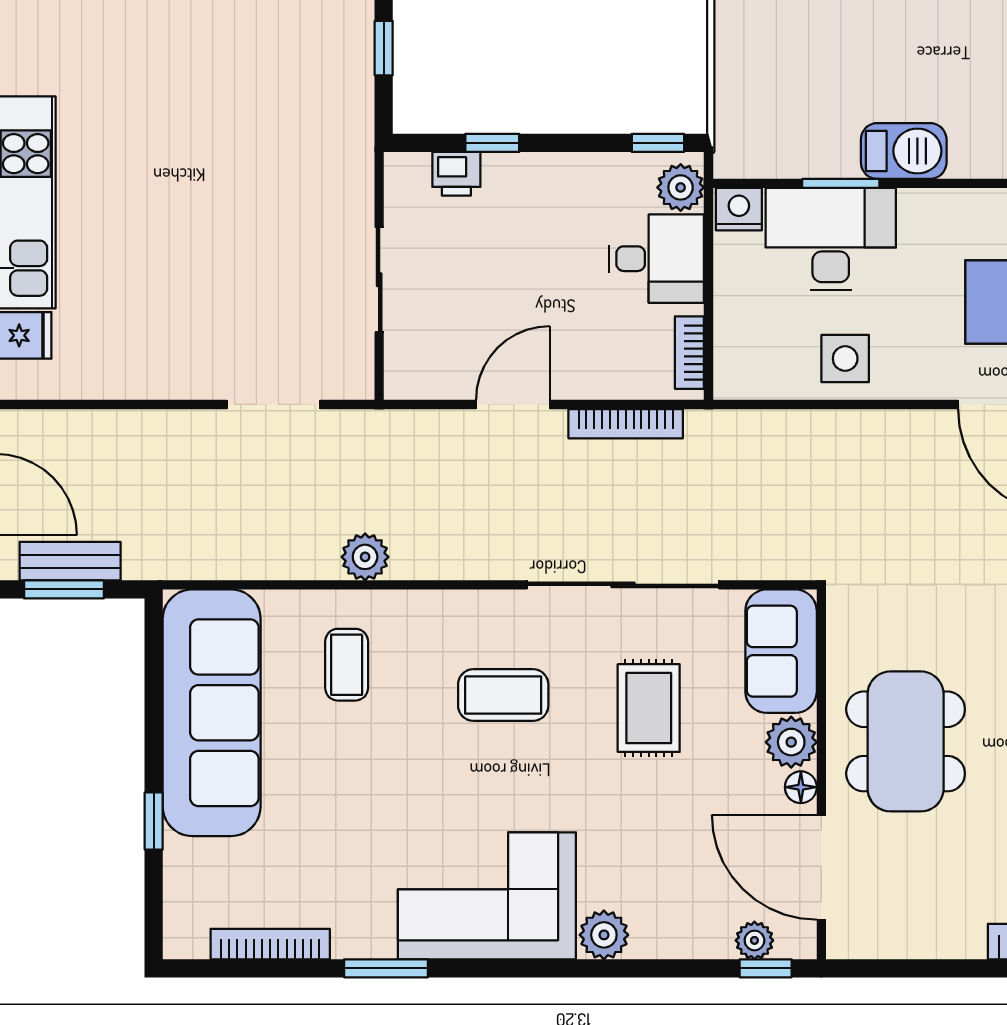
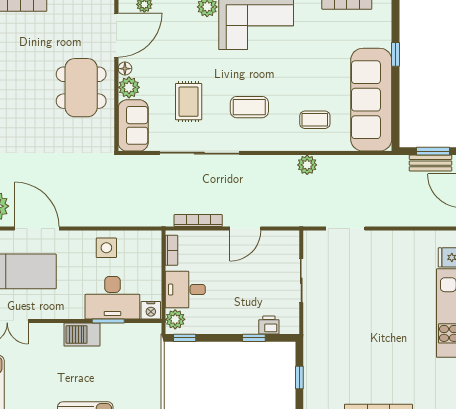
coffee table: (347, 665) -> (315, 120), turned 90
door: (821, 867) -> (116, 35), hinge flipped

